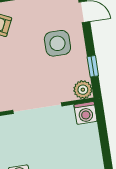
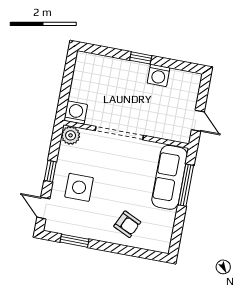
window: (93, 66) -> (50, 171), moved

